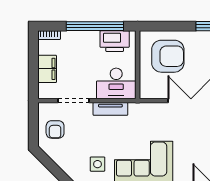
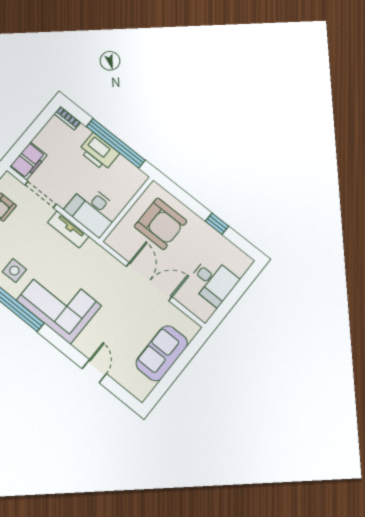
printer: (115, 41) -> (99, 152), moved
filing cabinet: (47, 69) -> (28, 161), moved

